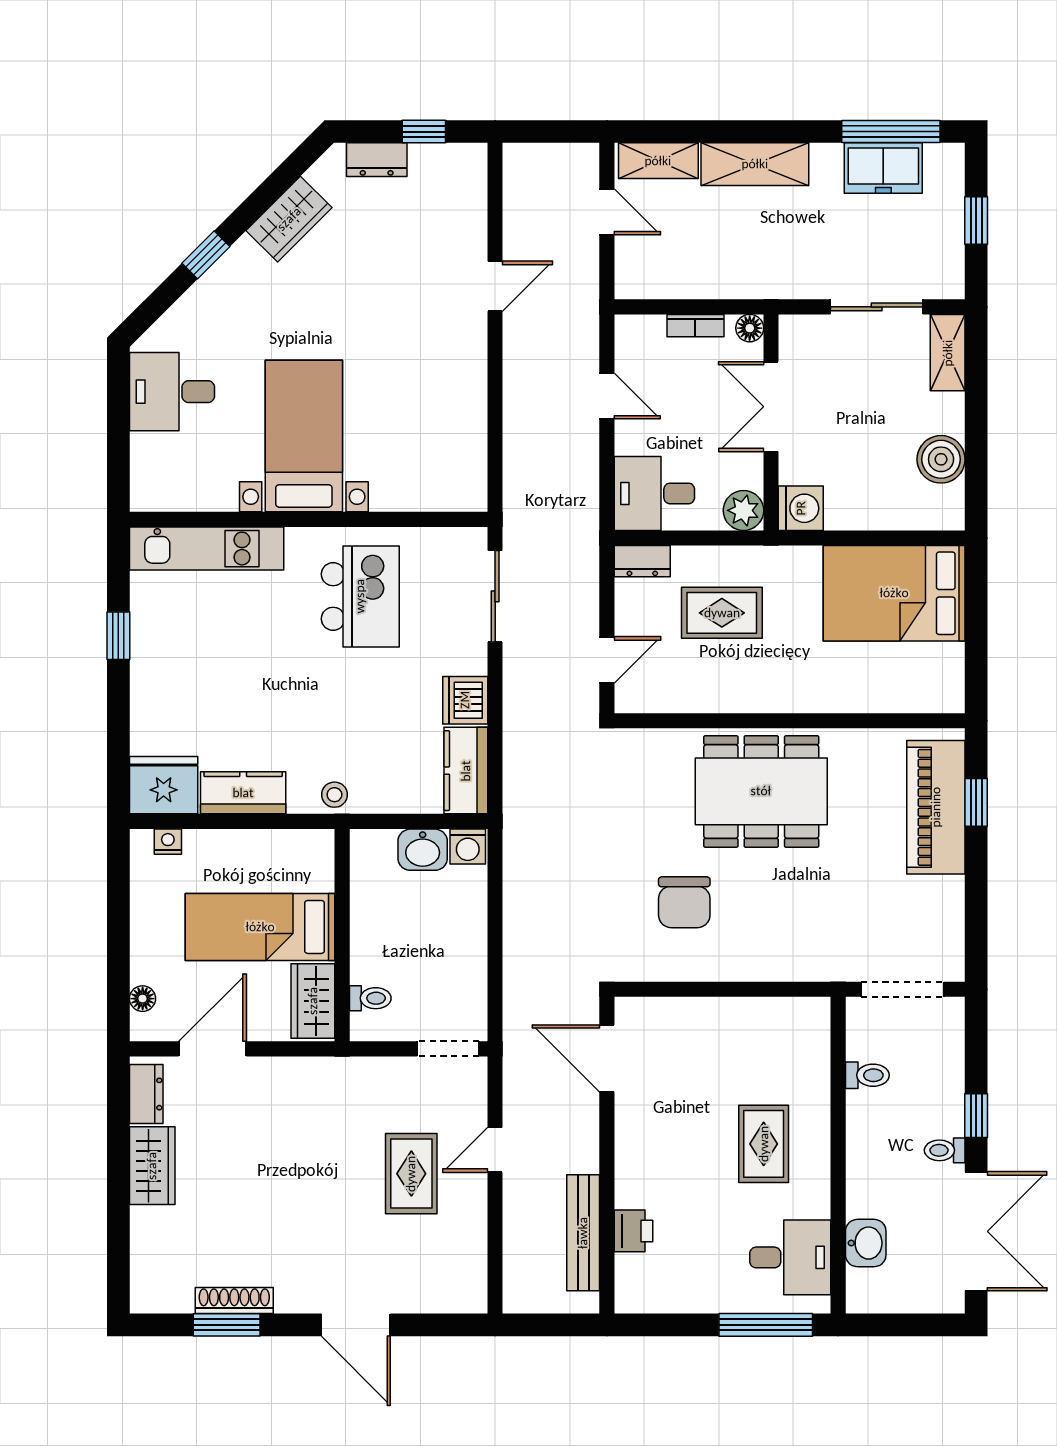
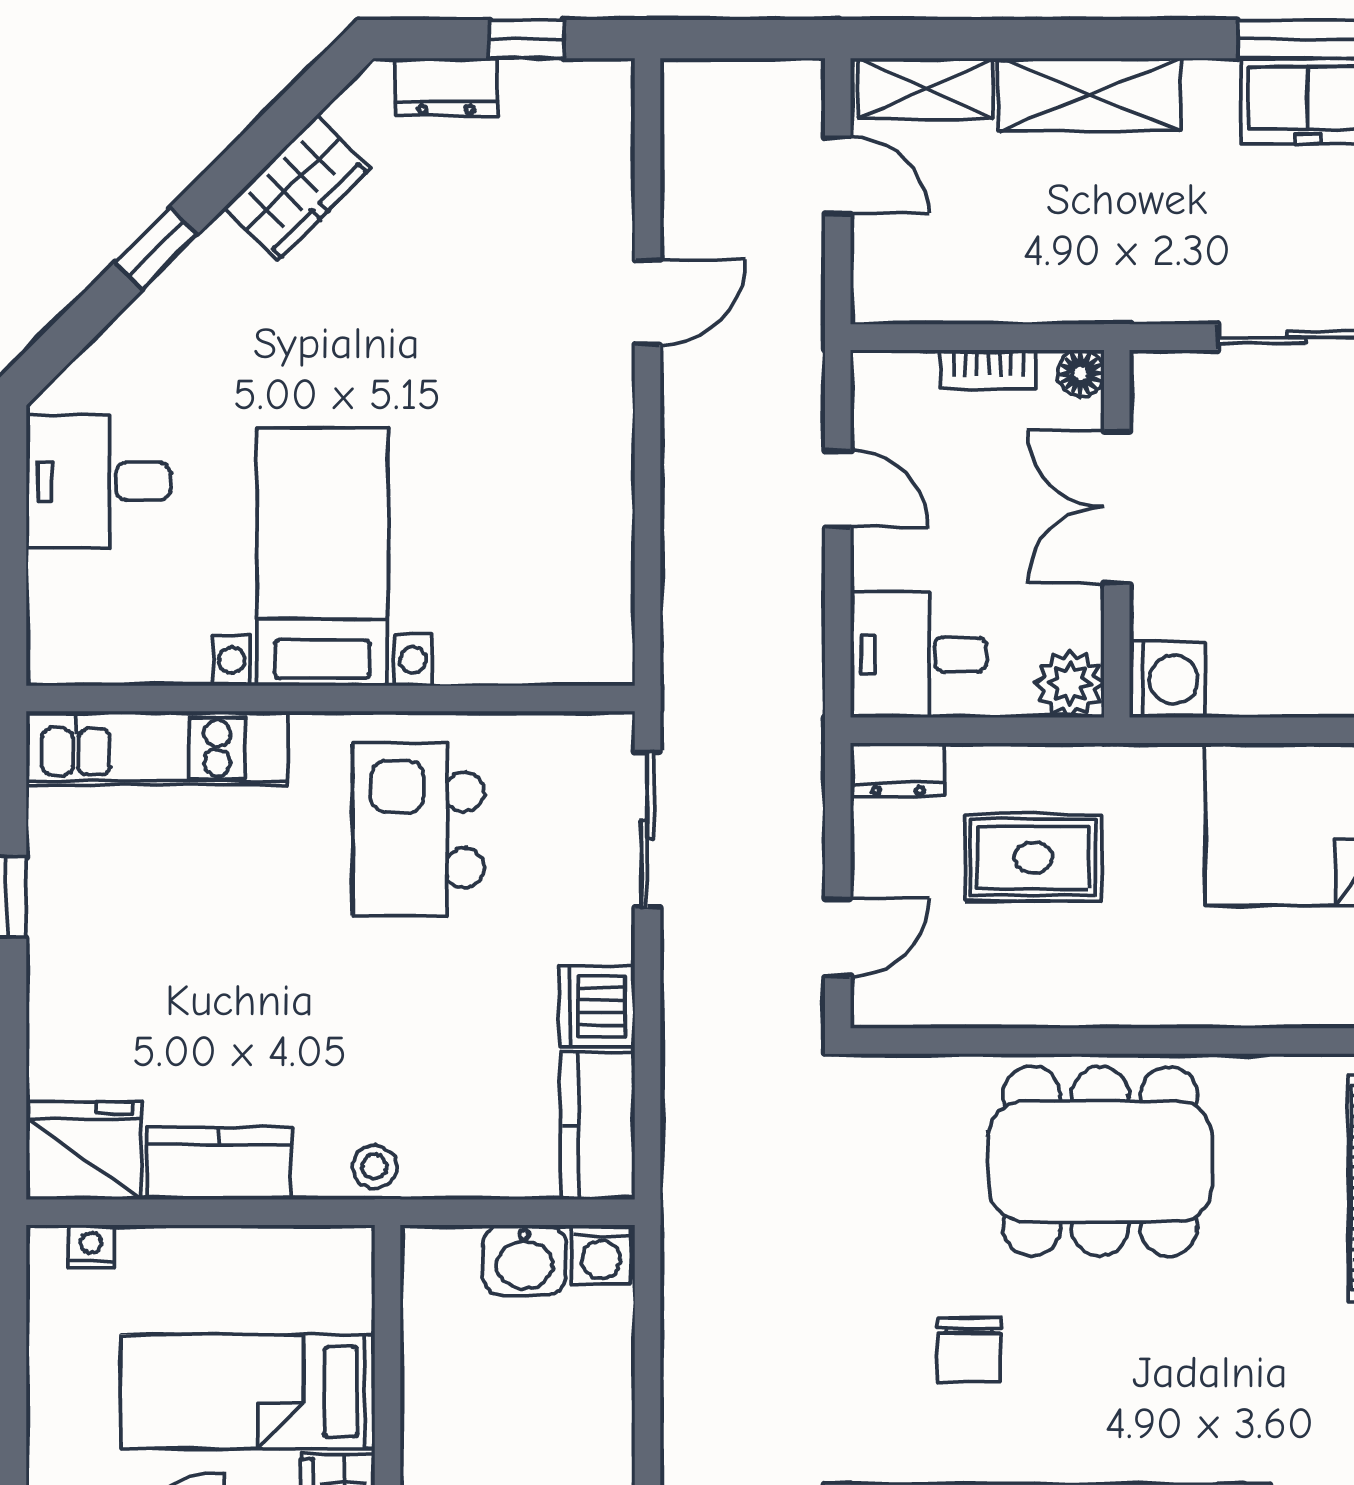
kitchen island: (360, 596) -> (418, 830), turned 180
chair: (684, 902) -> (969, 1350), width x0.73, depth x0.73

